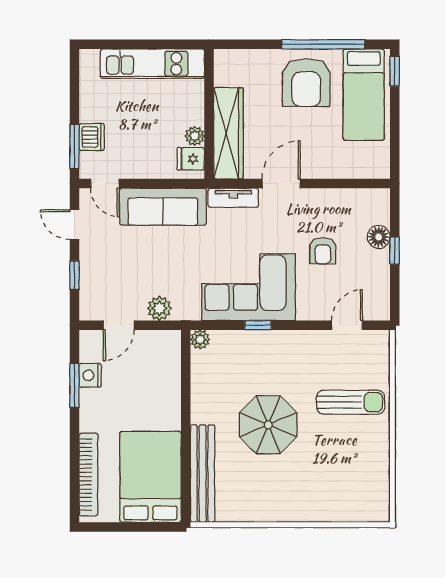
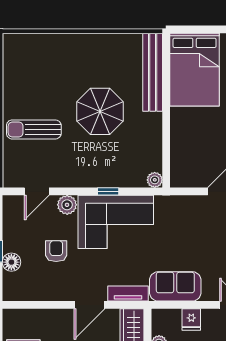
fridge: (191, 159) -> (191, 320), moved, turned 90
sofa: (163, 207) -> (175, 286), width x0.73
plant: (159, 308) -> (67, 205), moved

